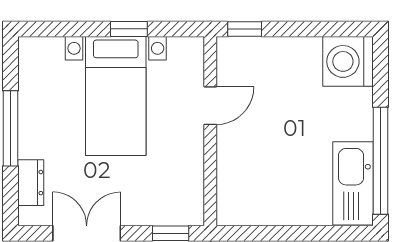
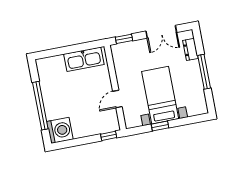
window: (380, 161) -> (40, 106), moved
kitchen sink: (353, 183) -> (84, 59), moved, turned 90

